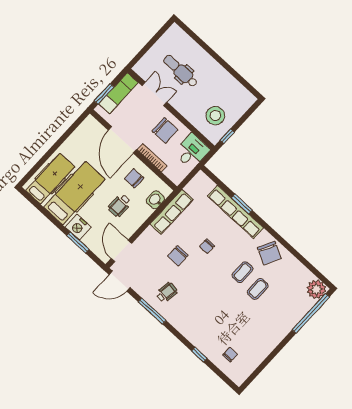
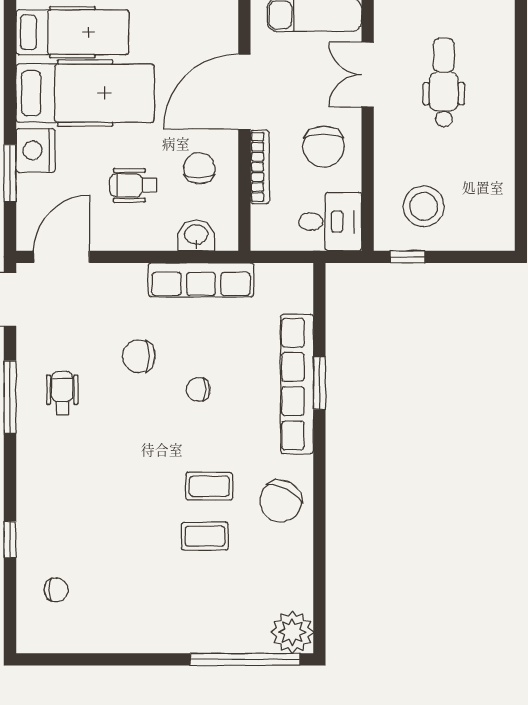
double door: (155, 94) -> (368, 75), swing flipped
wheelchair: (167, 292) -> (62, 393), turned -98

